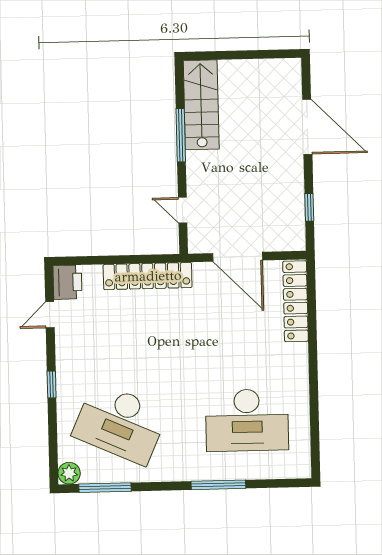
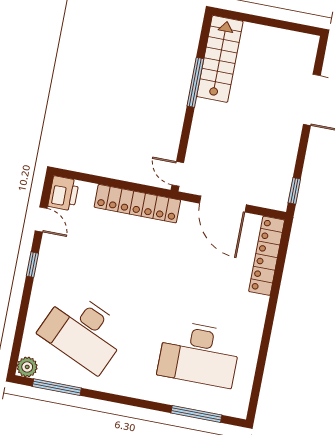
window: (309, 207) -> (294, 191), moved
door: (183, 210) -> (178, 174), moved
door: (50, 315) -> (41, 219), swing flipped
window: (52, 384) -> (32, 265), moved
window: (218, 485) -> (196, 414), moved

